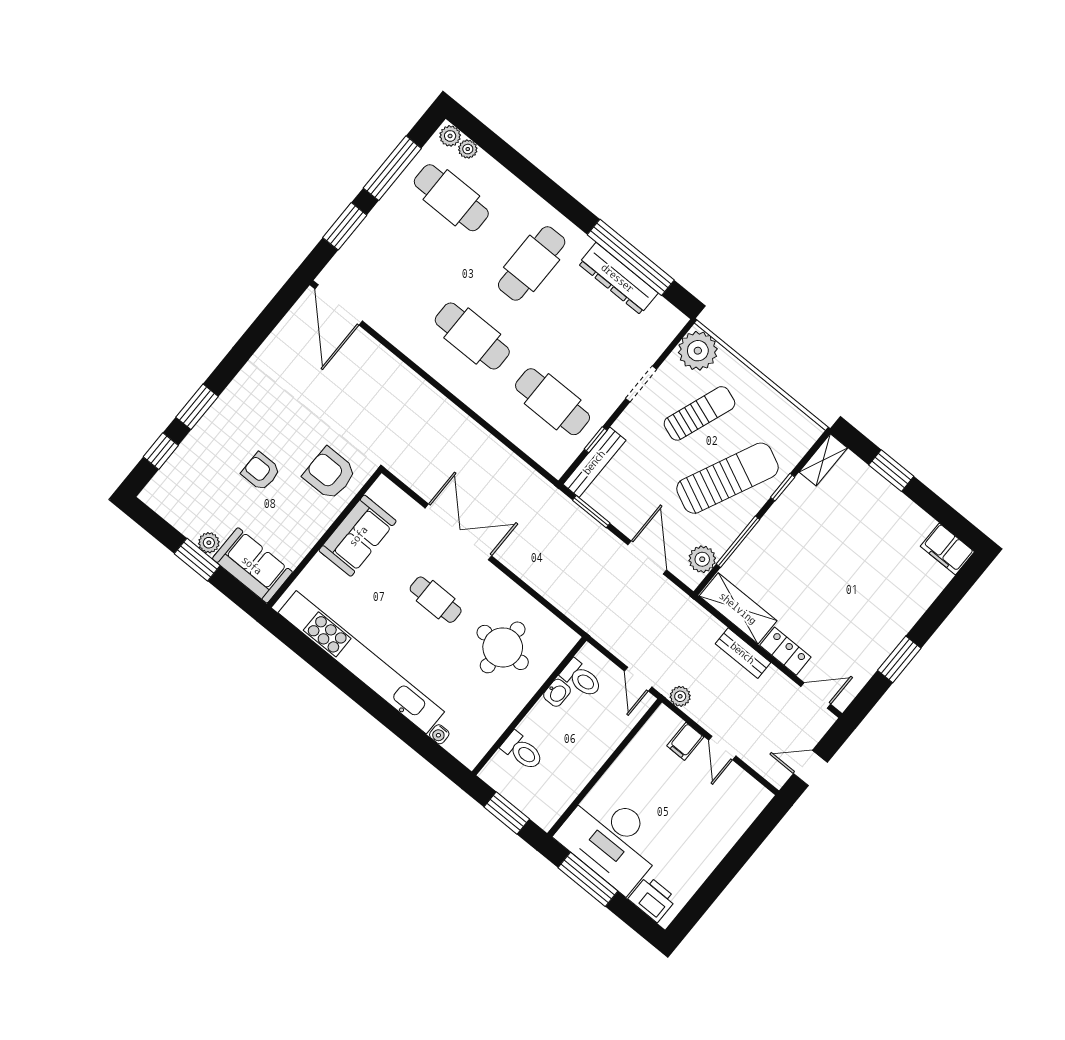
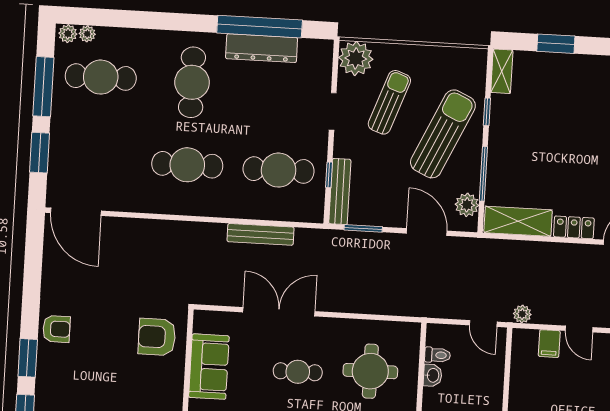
armchair: (261, 472) -> (56, 329), moved, turned 180
bench: (743, 653) -> (261, 234), moved, width x1.36
toilet: (581, 678) -> (437, 355), width x0.73, depth x0.72

